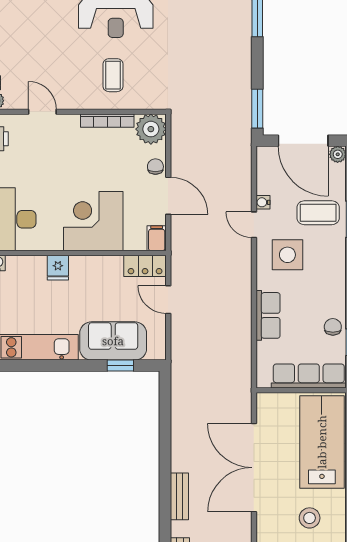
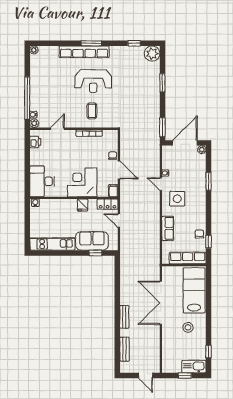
door: (42, 112) -> (57, 129), hinge flipped
plant: (151, 129) -> (110, 137), removed
door: (303, 141) -> (185, 143), swing flipped
coffee table: (318, 213) -> (192, 178), removed
fridge: (58, 268) -> (83, 205), moved

